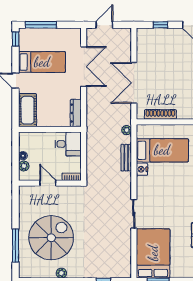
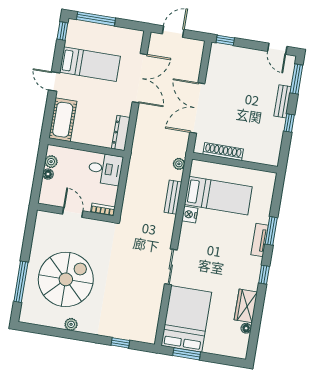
window: (161, 25) -> (225, 40), moved
plant: (24, 166) -> (51, 162), moved

